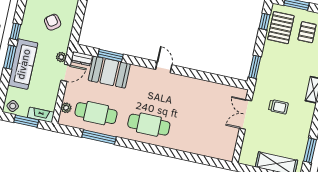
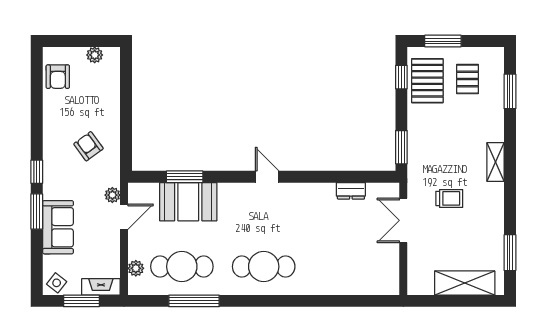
dresser: (82, 59) -> (351, 191), moved
sofa: (23, 64) -> (58, 227), width x0.73

